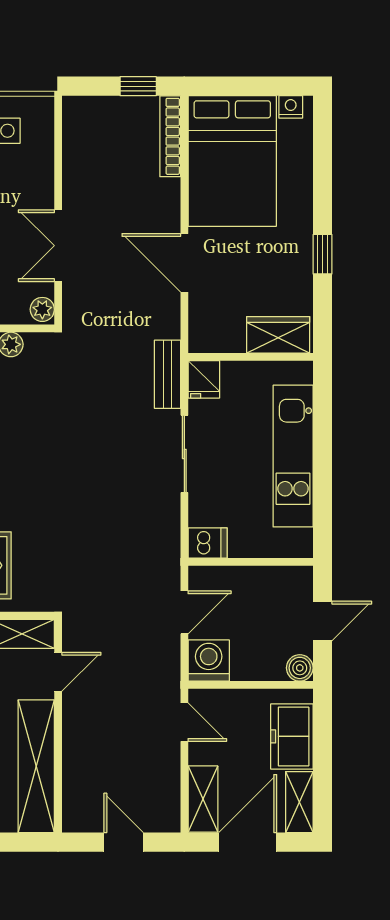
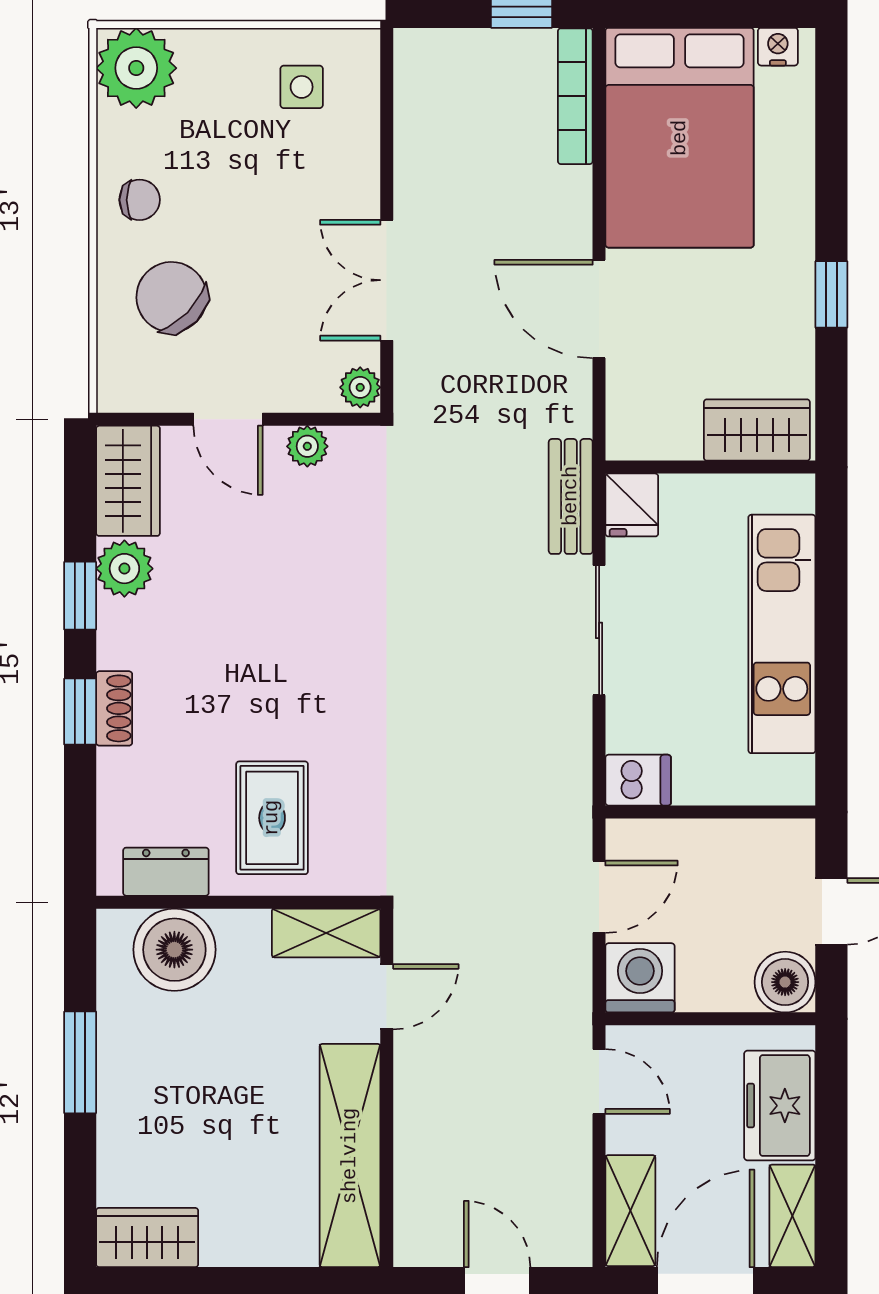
boiler: (300, 668) -> (785, 982), width x1.36, depth x1.36

